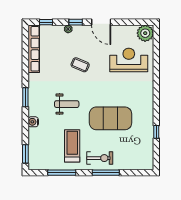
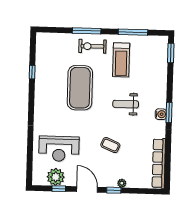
window: (46, 22) -> (59, 189), moved
plant: (145, 33) -> (56, 177), moved
exercise mat: (111, 118) -> (80, 88), turned 90
water cooler: (33, 122) -> (161, 114), moved

